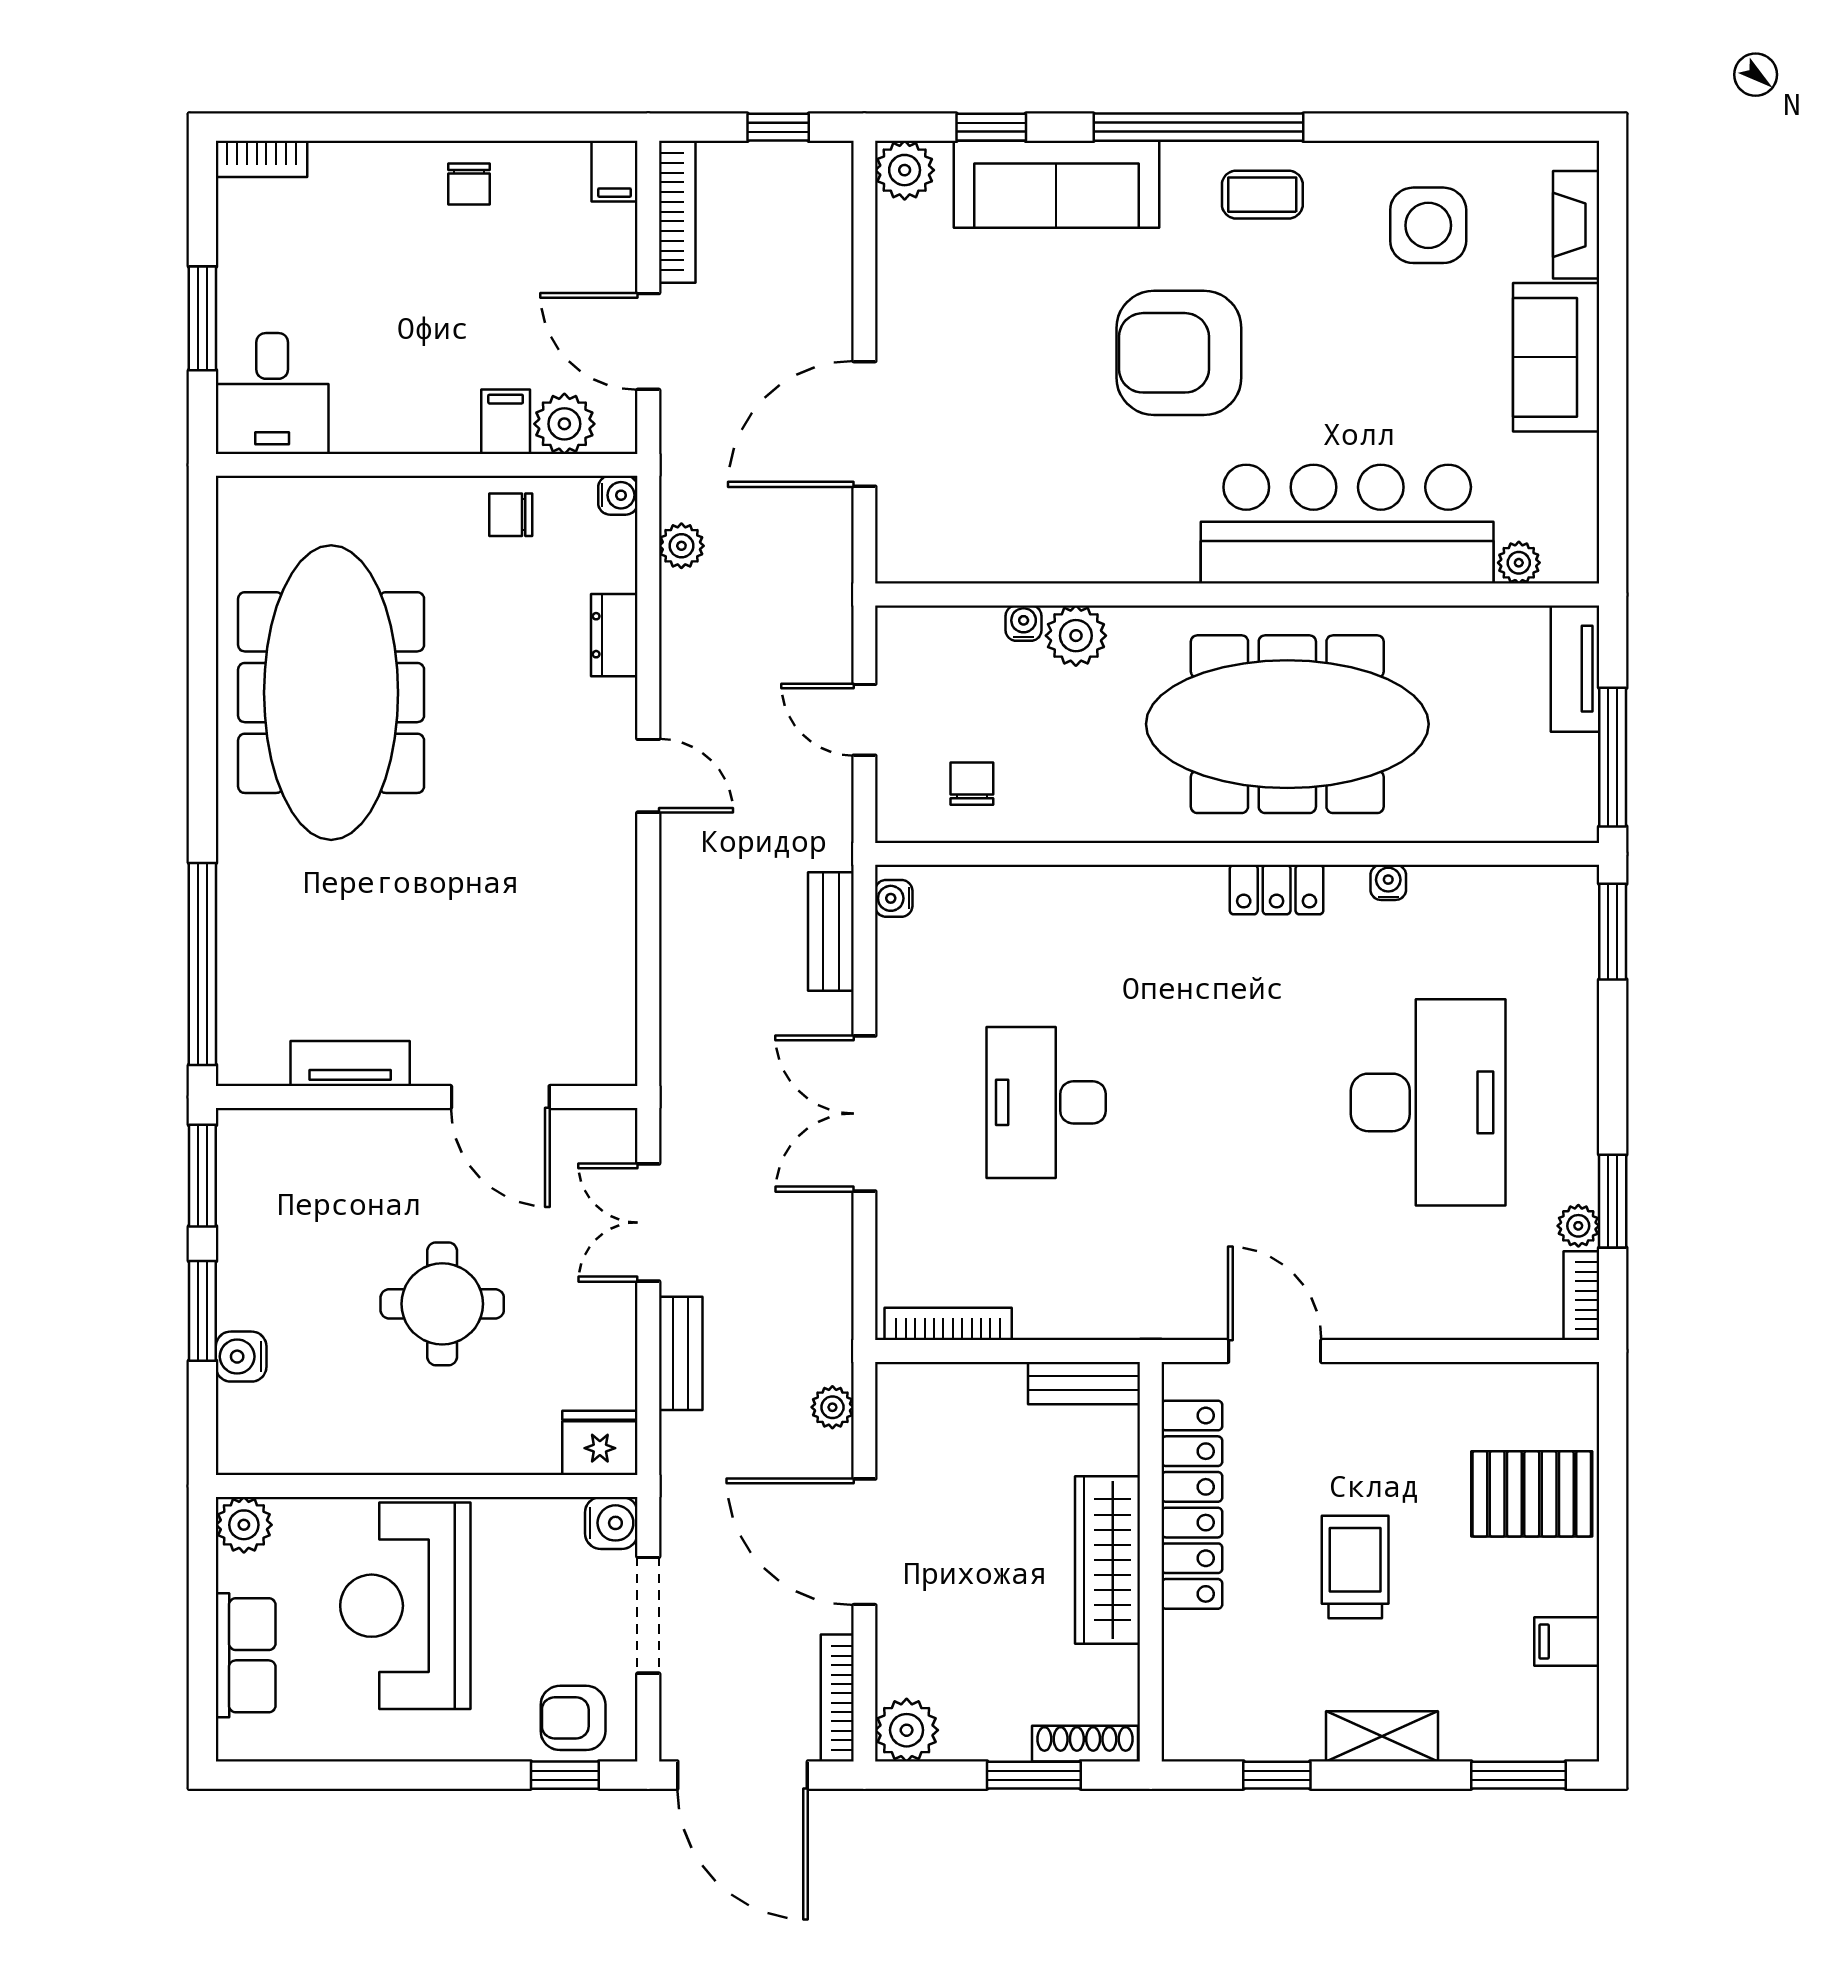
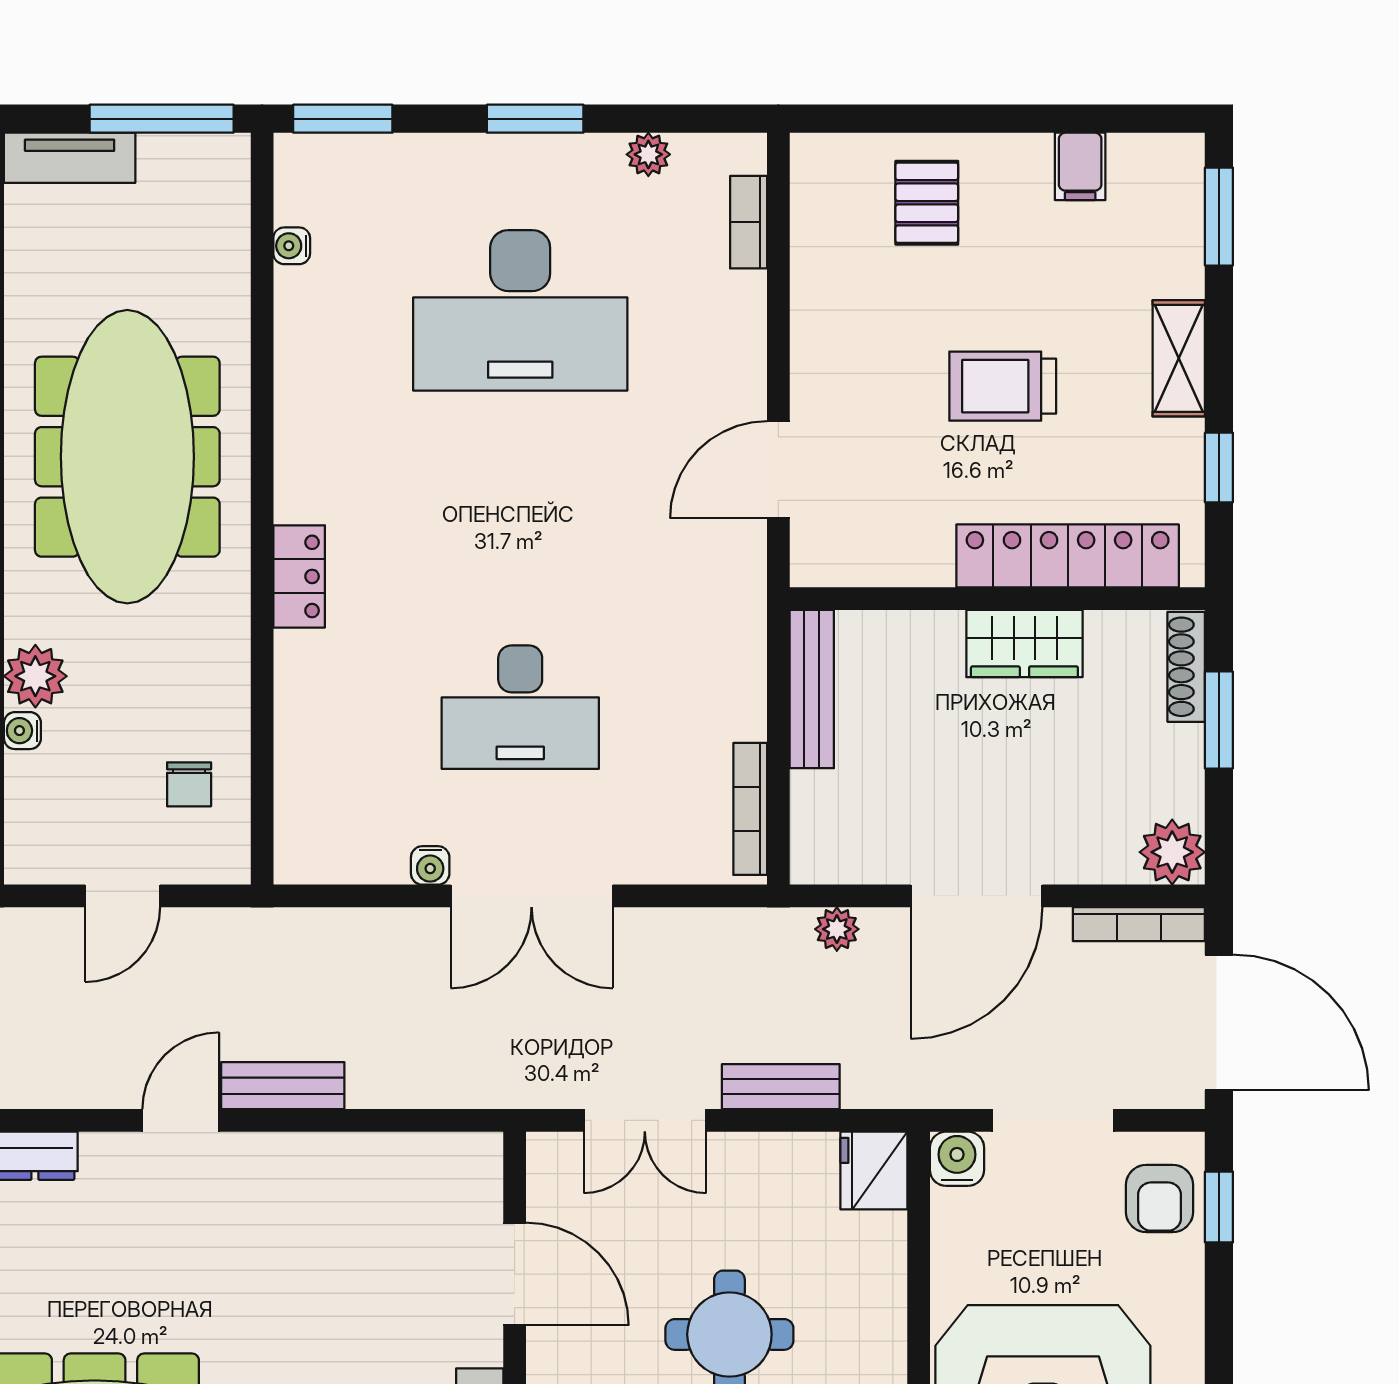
chair: (972, 784) -> (189, 784), turned -90
water cooler: (1388, 882) -> (292, 246), moved
locker: (1277, 890) -> (299, 576), moved
water cooler: (894, 898) -> (430, 865), moved
bench: (831, 932) -> (283, 1086), moved
door: (500, 1097) -> (515, 1274), hinge flipped
desk: (1428, 1102) -> (520, 310), turned 180
window: (1613, 1201) -> (535, 119), moved
bookcase: (1581, 1296) -> (749, 222), moved, turned 90
bench: (1084, 1383) -> (812, 689), width x1.36
pallet: (1532, 1494) -> (927, 203), width x0.67, depth x0.71
locker: (1192, 1505) -> (1068, 556), moved
wardrobe: (1107, 1560) -> (1024, 643), width x0.67
door: (743, 1775) -> (1219, 1022), hinge flipped

